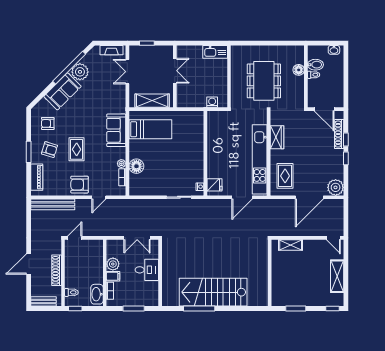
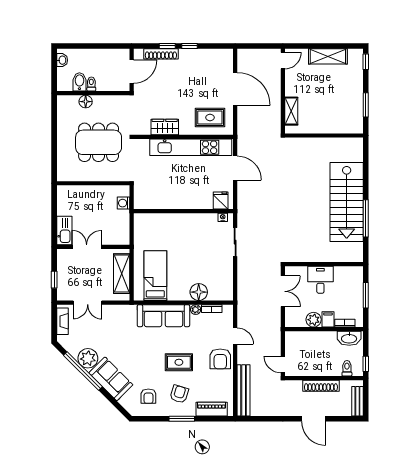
kitchen sink: (215, 52) -> (64, 231), moved
sofa: (116, 130) -> (163, 316), width x1.36
plant: (336, 187) -> (224, 58), removed

